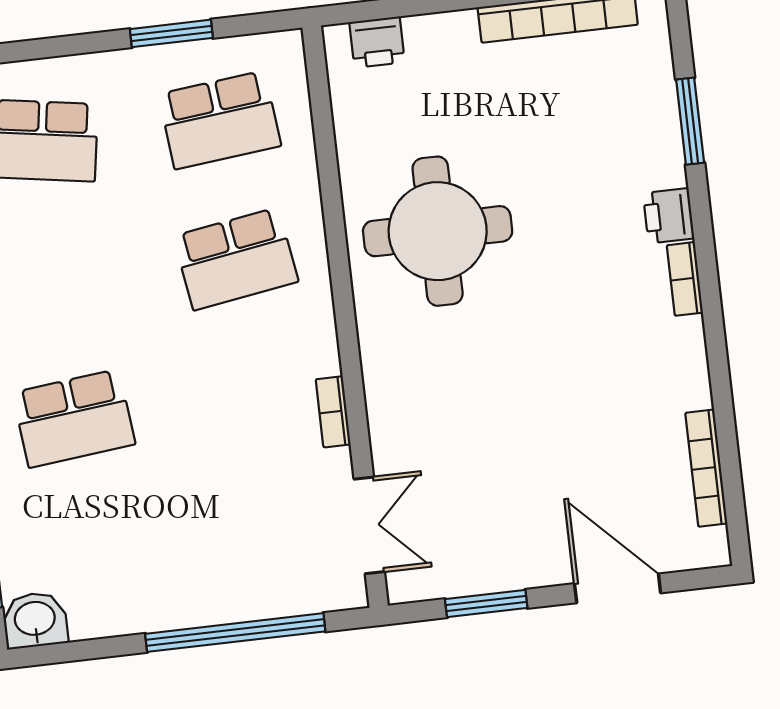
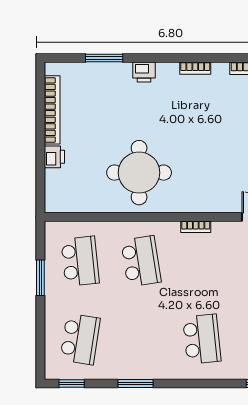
printer: (377, 42) -> (54, 157), moved
bookcase: (685, 279) -> (195, 68), moved
bookcase: (333, 412) -> (196, 227), moved

